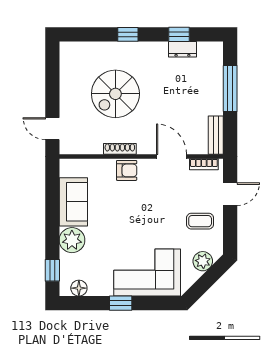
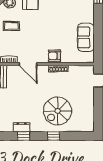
spiral stairs: (115, 94) -> (58, 111), moved, turned 180
plant: (72, 240) -> (87, 15), removed

